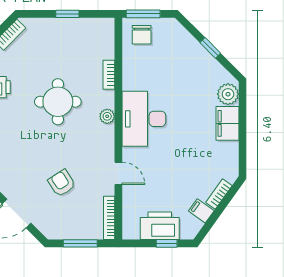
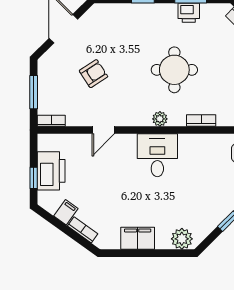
desk: (144, 119) -> (157, 155), width x0.73
filing cabinet: (227, 123) -> (138, 238), moved
bookcase: (109, 218) -> (51, 121), width x0.64

